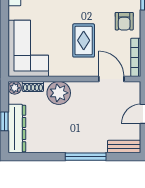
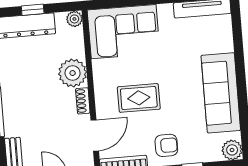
armchair: (124, 21) -> (166, 145), turned 180
shoe rack: (33, 86) -> (83, 101), moved

